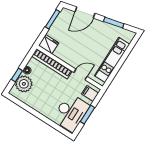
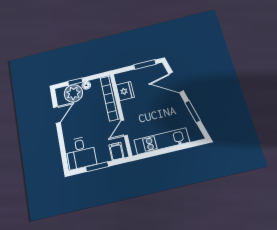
fridge: (49, 44) -> (125, 91), moved
door: (80, 74) -> (124, 128), swing flipped
door: (28, 108) -> (57, 115), added
desk: (71, 112) -> (81, 153), width x0.73

